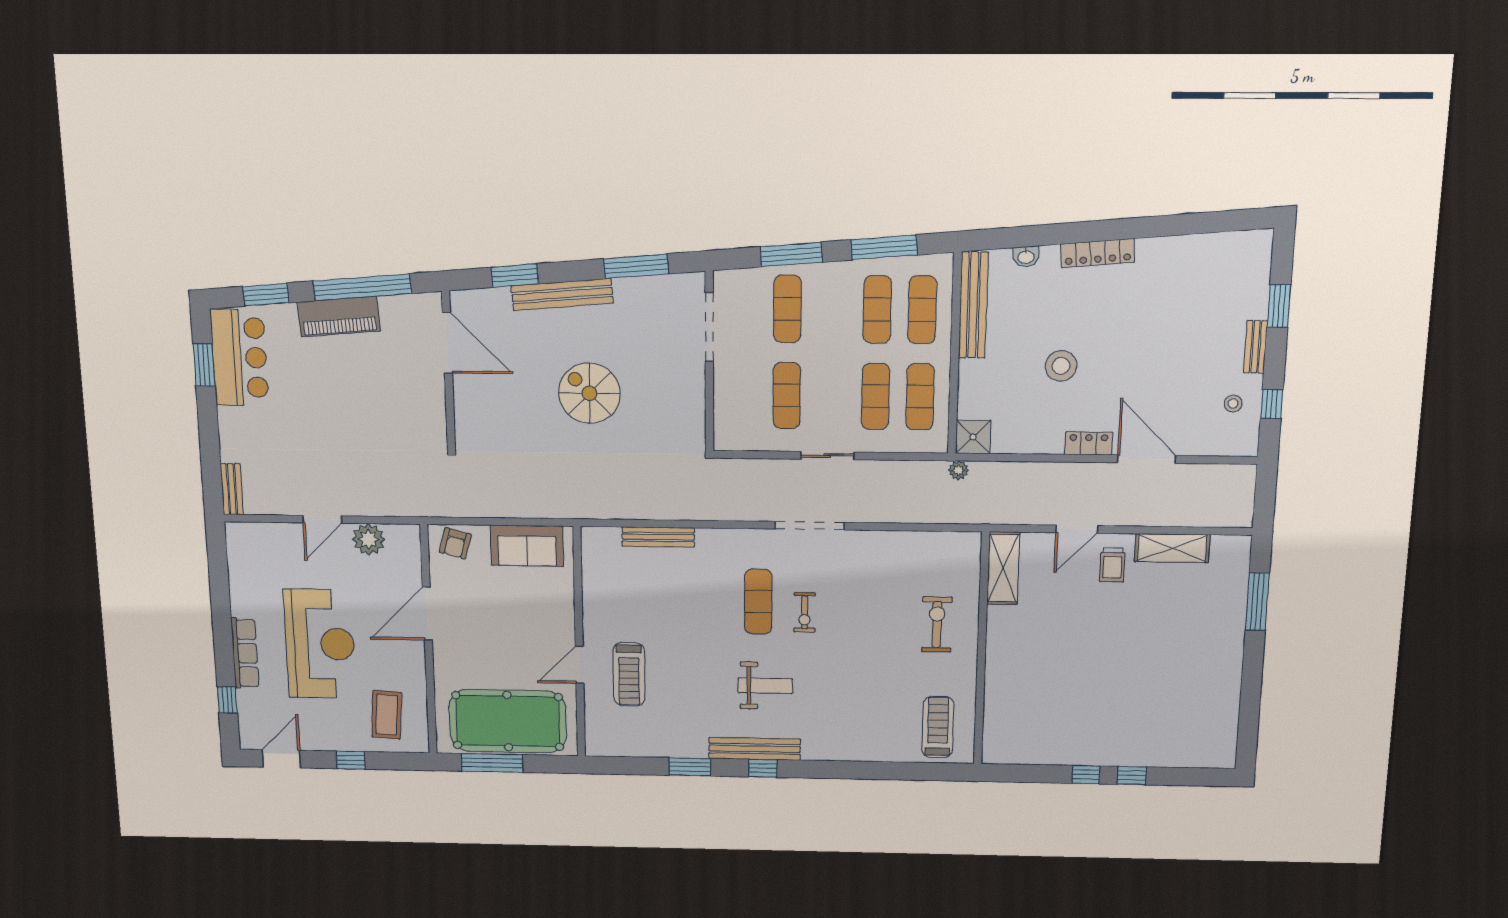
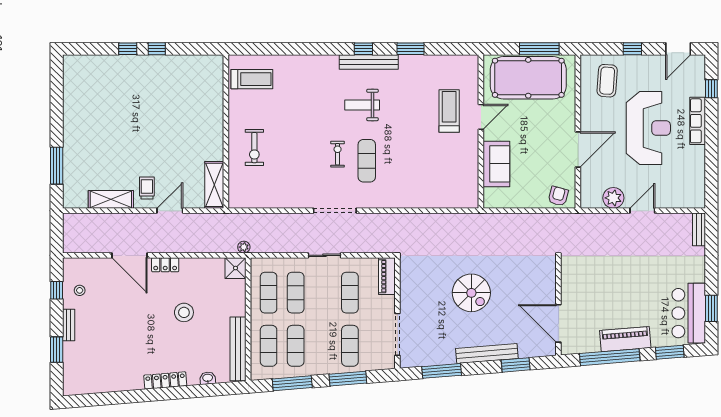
piano: (726, 421) -> (387, 276), added
bench: (658, 537) -> (430, 202), removed
sofa: (527, 546) -> (496, 164), moved, turned 90
reception desk: (320, 644) -> (648, 128), turned 180
treadmill: (938, 727) -> (252, 79), turned -90

